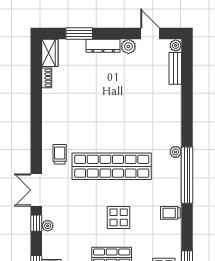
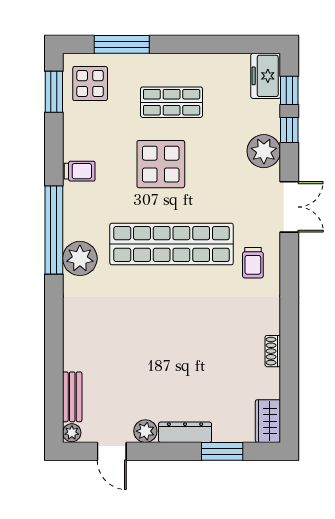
shoe rack: (47, 78) -> (273, 351), moved
plant: (176, 152) -> (80, 258), width x1.88, depth x1.88
display table: (119, 217) -> (161, 164), width x1.36, depth x1.36
window: (36, 223) -> (289, 130), moved
plant: (48, 226) -> (264, 151), width x1.88, depth x1.88

